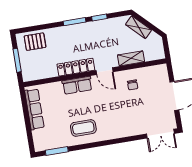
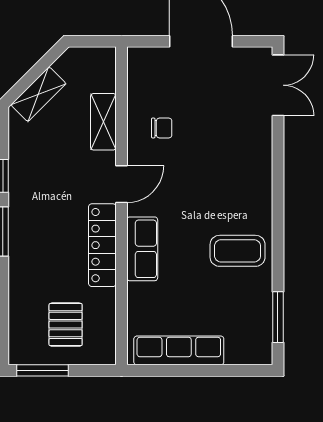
pallet: (35, 42) -> (66, 325), moved
window: (17, 60) -> (43, 370), moved
coffee table: (83, 128) -> (238, 251), turned 90

